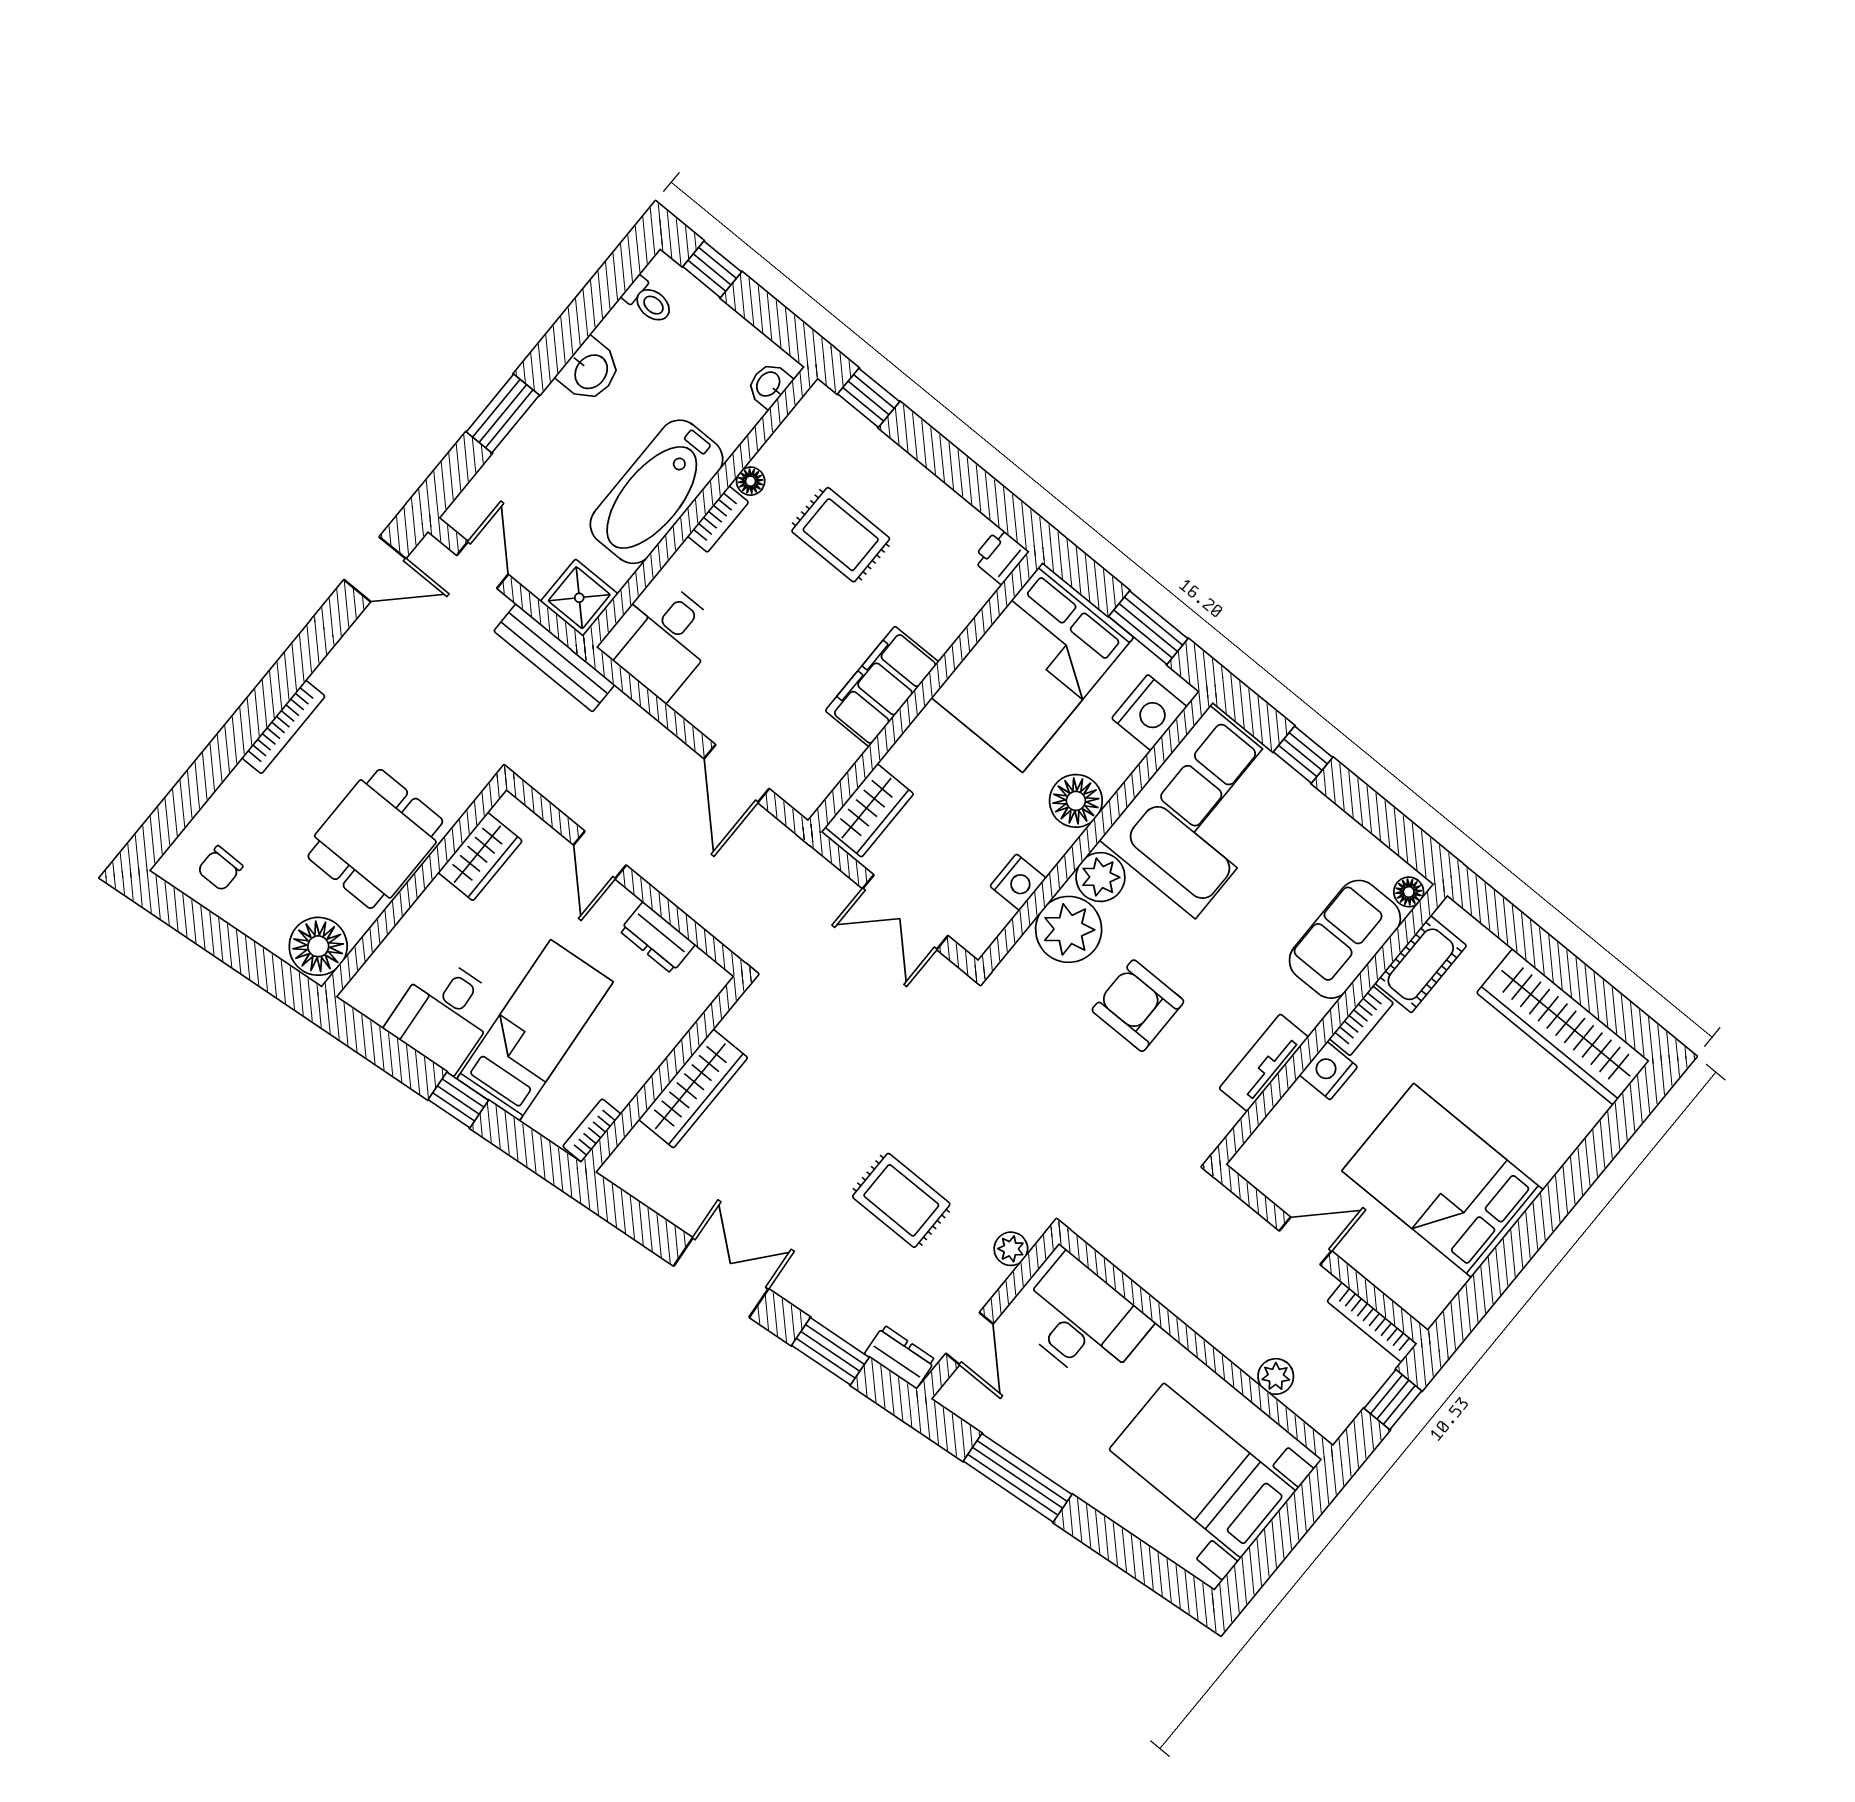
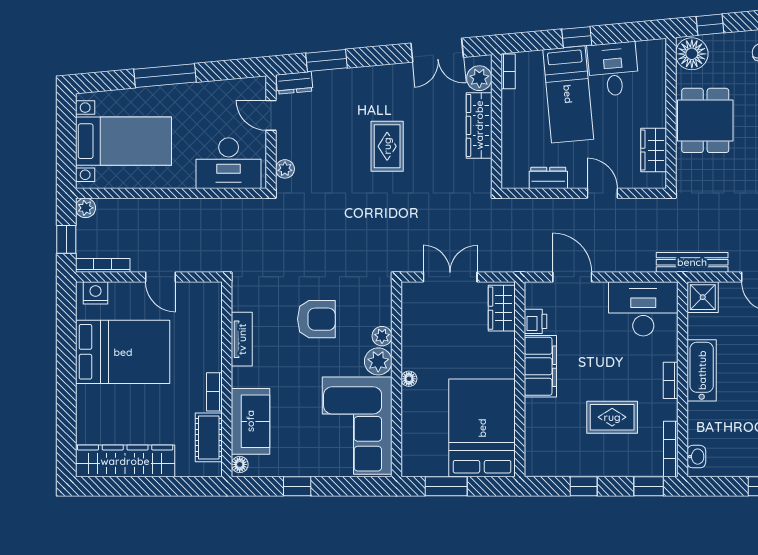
bookcase: (796, 424) -> (671, 449), added
window: (958, 472) -> (584, 486), added
floor lamp: (751, 481) -> (670, 408), removed
bathtub: (657, 492) -> (702, 370), width x0.73, depth x0.73
printer: (1000, 556) -> (536, 321), moved
desk: (662, 638) -> (643, 309), width x1.37
nightstand: (1149, 713) -> (415, 450), removed
window: (1303, 755) -> (297, 486), moved
floor lamp: (1076, 801) -> (409, 379), width x0.53, depth x0.53
nightstand: (1018, 882) -> (412, 330), removed
plant: (1069, 929) -> (382, 336), width x0.53, depth x0.53
window: (260, 966) -> (710, 25), added
nightstand: (1328, 1071) -> (96, 293), moved, turned -90
plant: (639, 1154) -> (479, 78), added
rug: (901, 1200) -> (387, 146), moved, turned 90
door: (1305, 1241) -> (160, 277), hinge flipped
double door: (721, 1277) -> (437, 50), moved
plant: (1276, 1376) -> (85, 208), moved
window: (1018, 1478) -> (165, 76), moved

